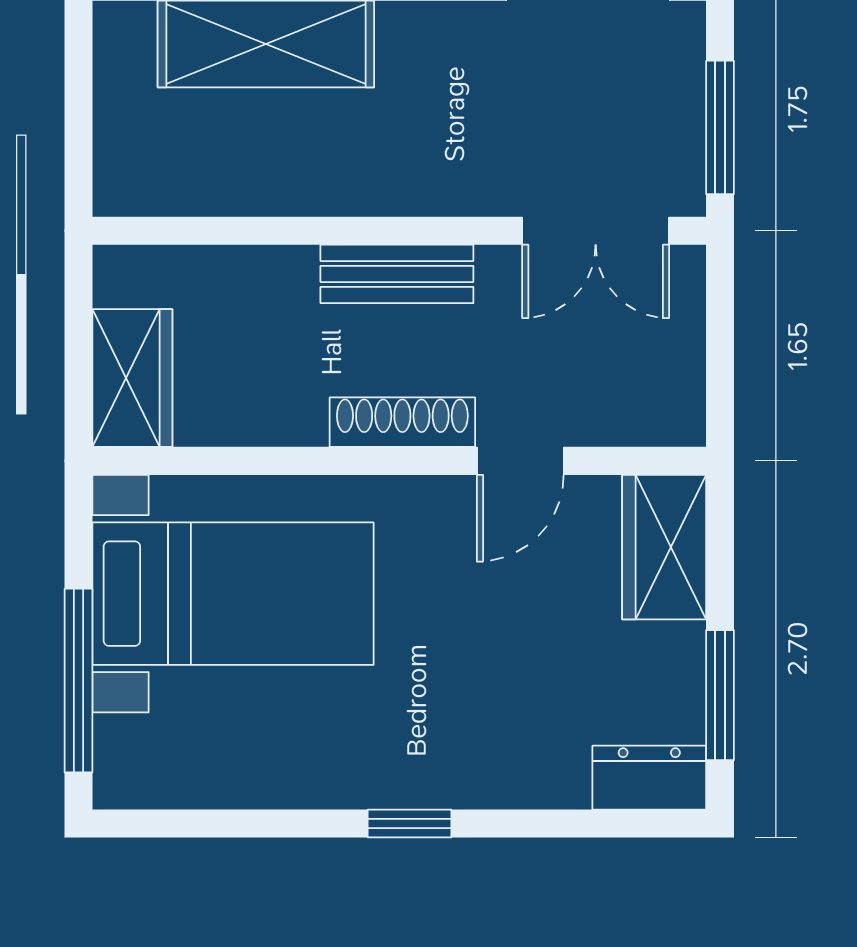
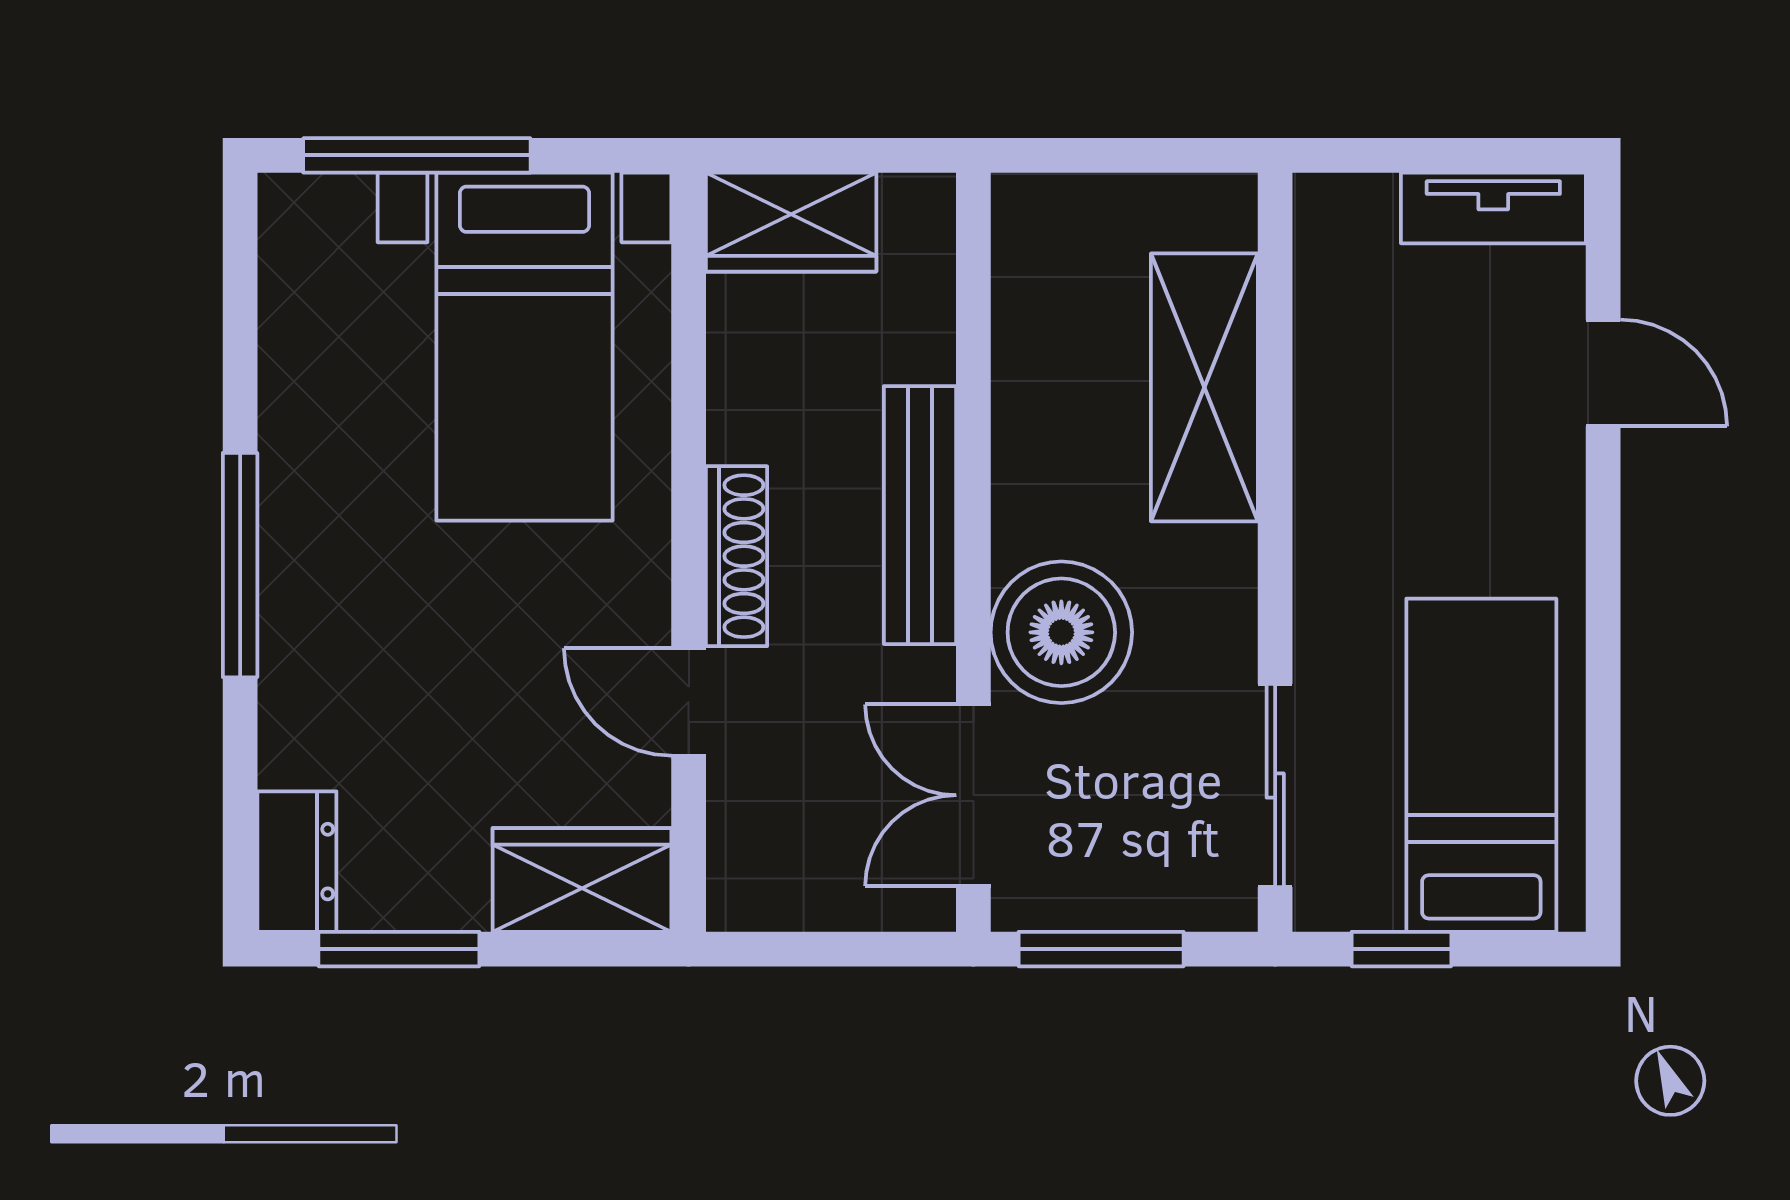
boiler: (464, 160) -> (1061, 632), added
bench: (397, 274) -> (920, 515), width x1.36
window: (410, 823) -> (240, 565), width x2.17

